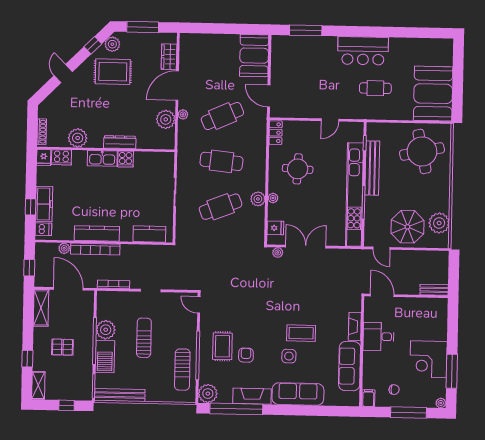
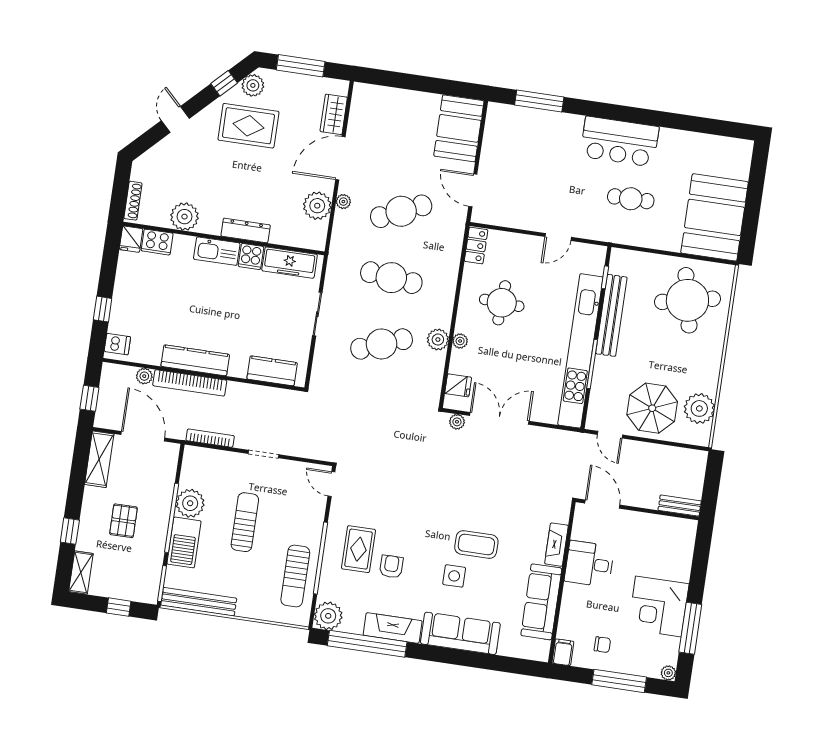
freezer: (44, 204) -> (290, 263), moved, turned 90
pallet: (62, 347) -> (123, 521), turned 90

